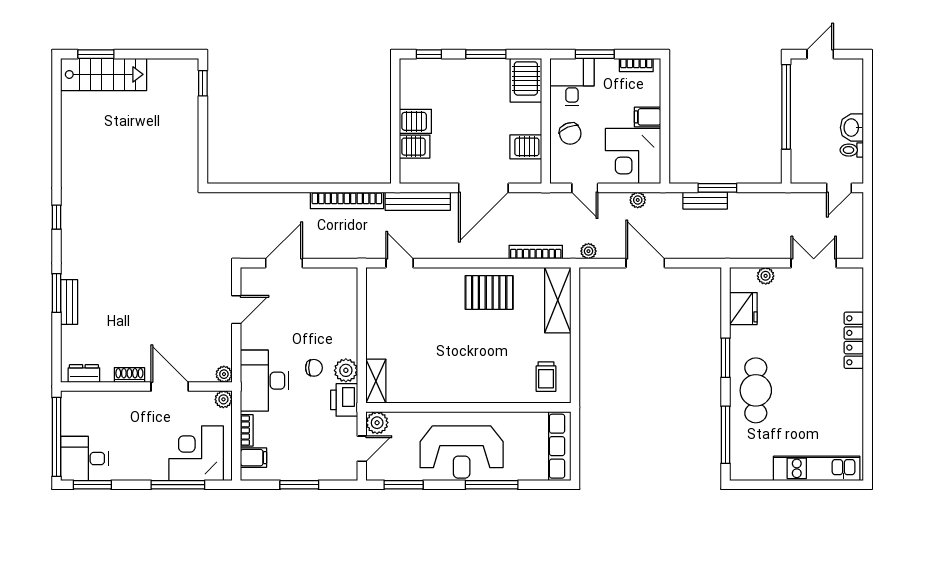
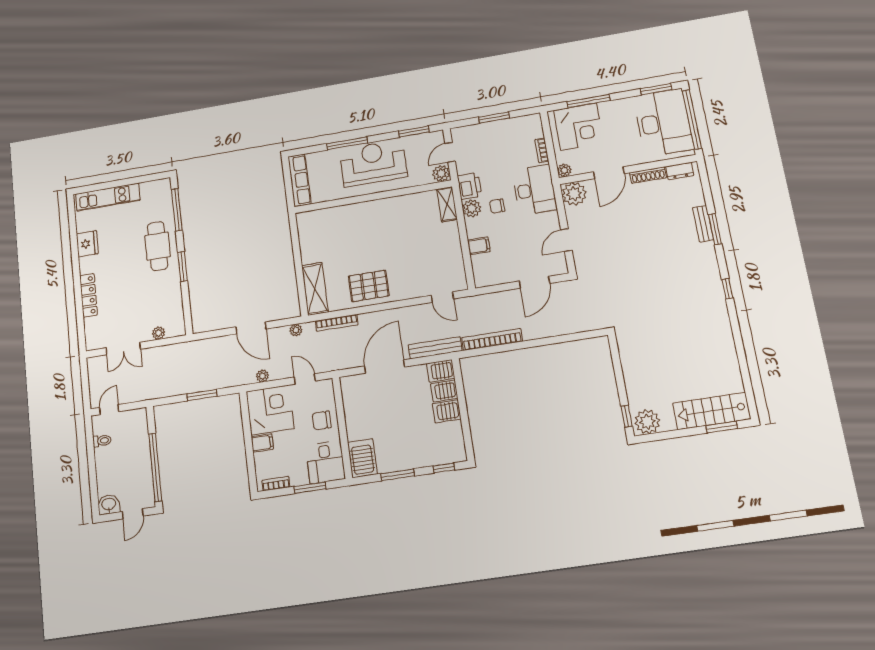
plant: (180, 73) -> (647, 422), added
washbasin: (852, 128) -> (109, 504), moved, turned -90
chair: (570, 133) -> (322, 420), turned -68
server rack: (526, 147) -> (441, 371), moved, turned 180
bench: (705, 201) -> (210, 384), removed
fridge: (743, 309) -> (87, 244), moved, turned 180
plant: (224, 374) -> (574, 194), width x1.88, depth x1.88
shoe rack: (129, 375) -> (648, 175), width x1.43
trolley: (546, 377) -> (316, 230), removed
door: (170, 386) -> (609, 173), hinge flipped
filing cabinet: (254, 458) -> (479, 246), moved, turned 180
desk: (84, 459) -> (663, 123), width x1.87, depth x1.30

